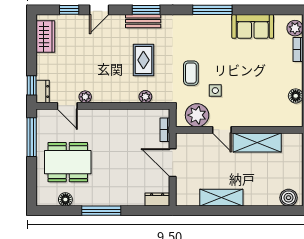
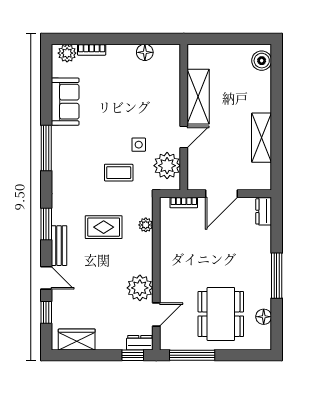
bench: (143, 21) -> (59, 246), moved
plant: (85, 97) -> (140, 288), width x1.87, depth x1.87

